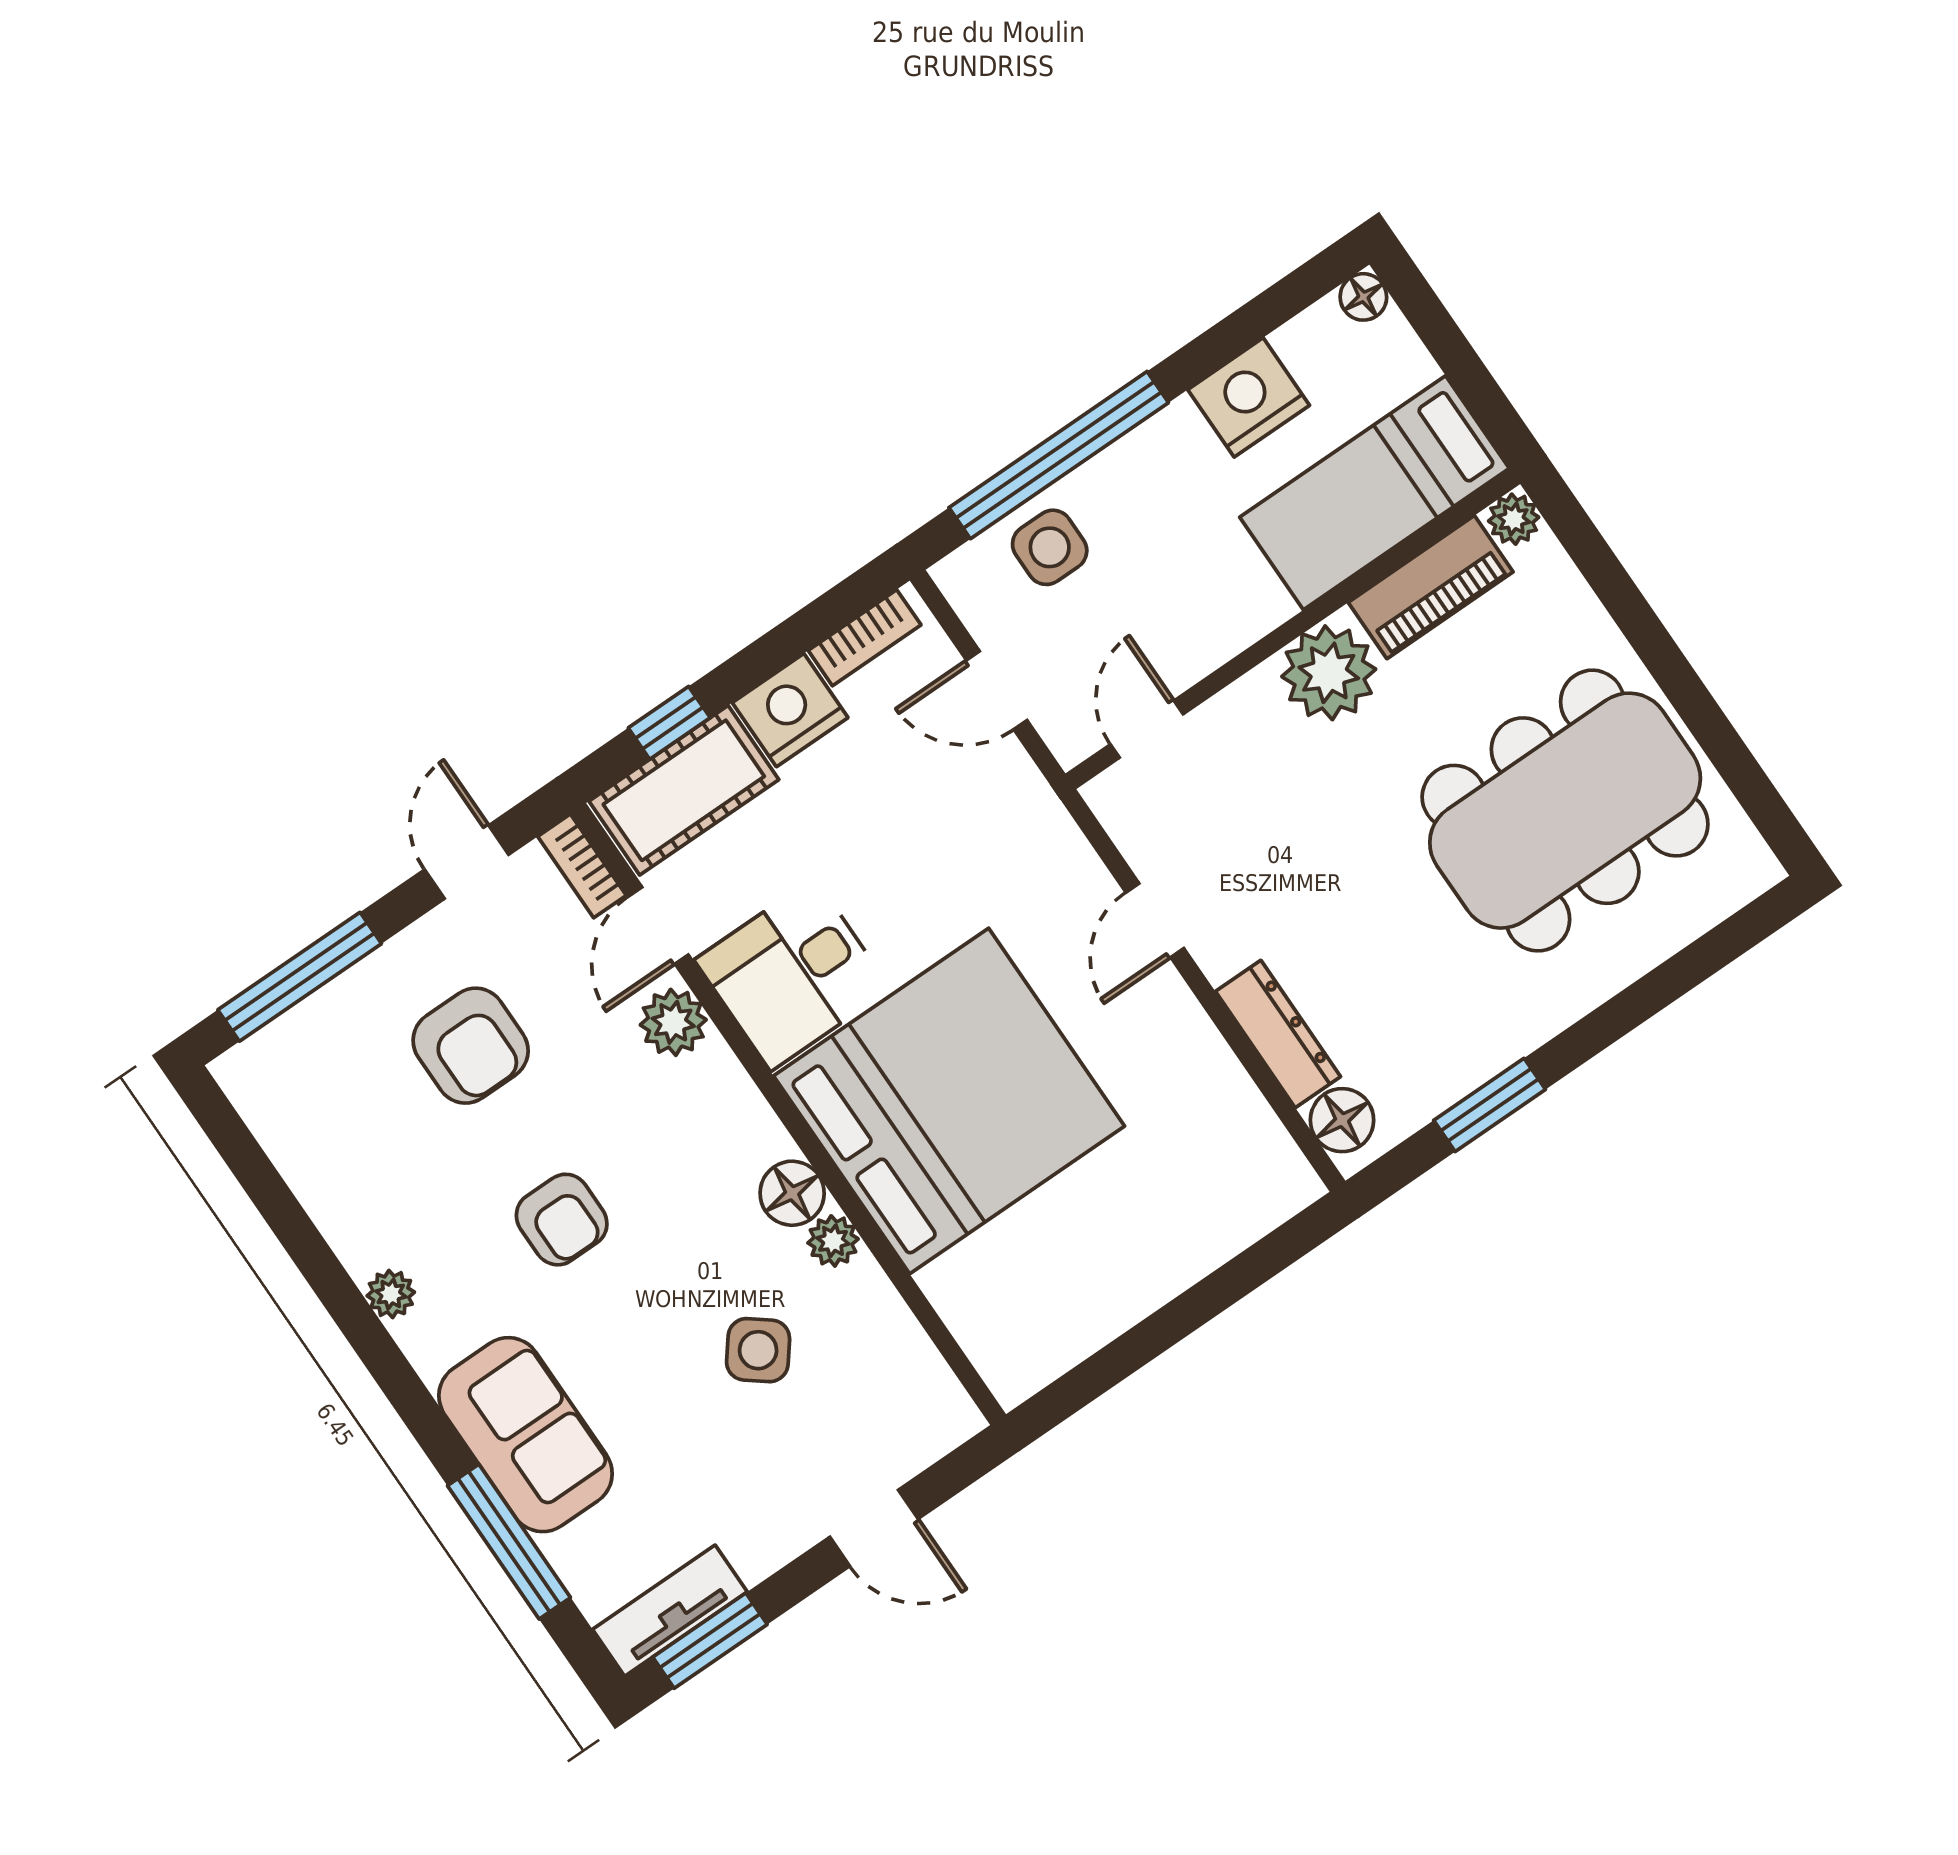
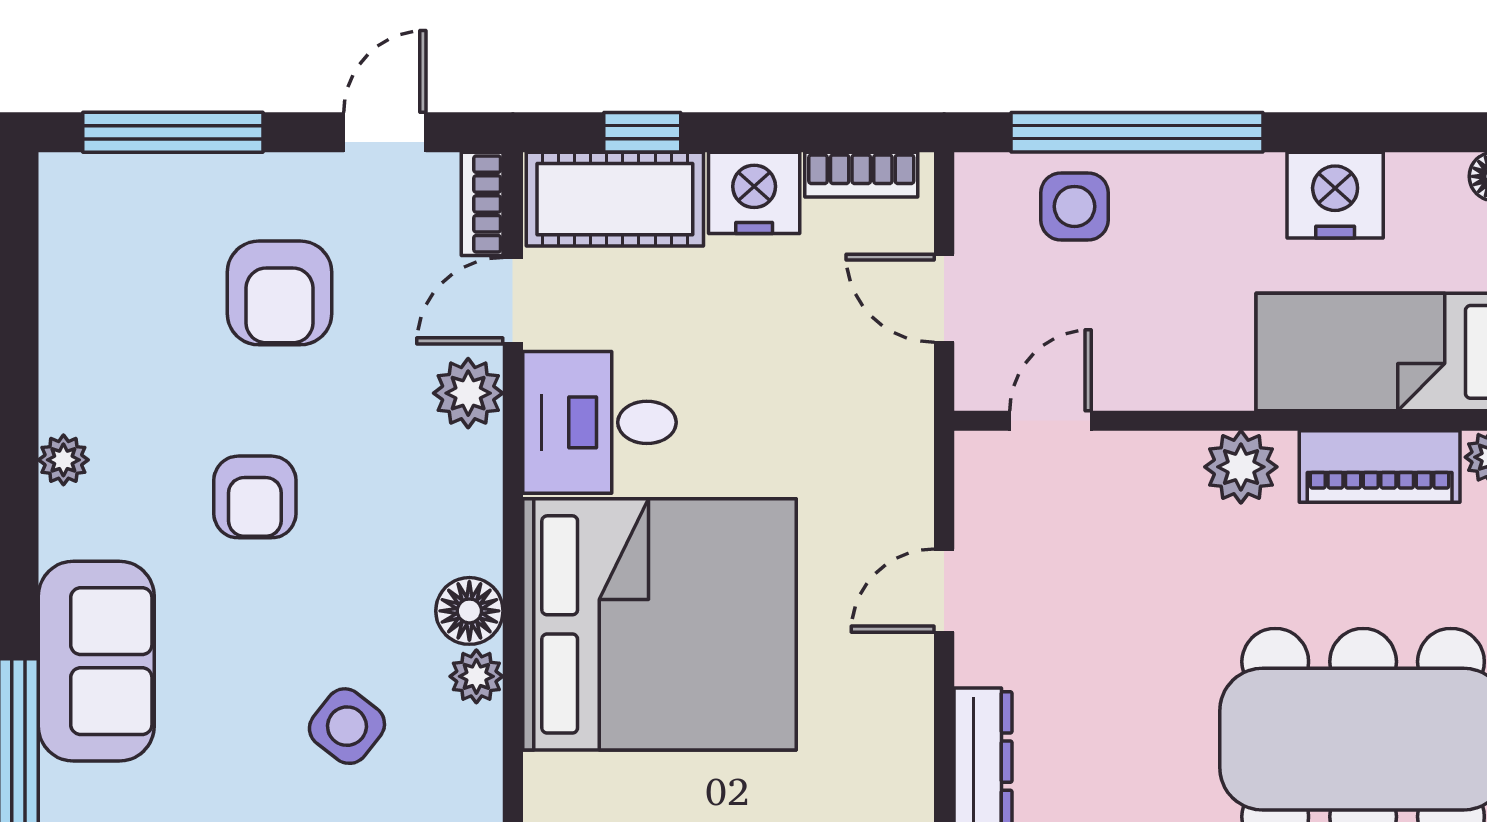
plant: (1329, 673) -> (1241, 467), width x0.73, depth x0.73

